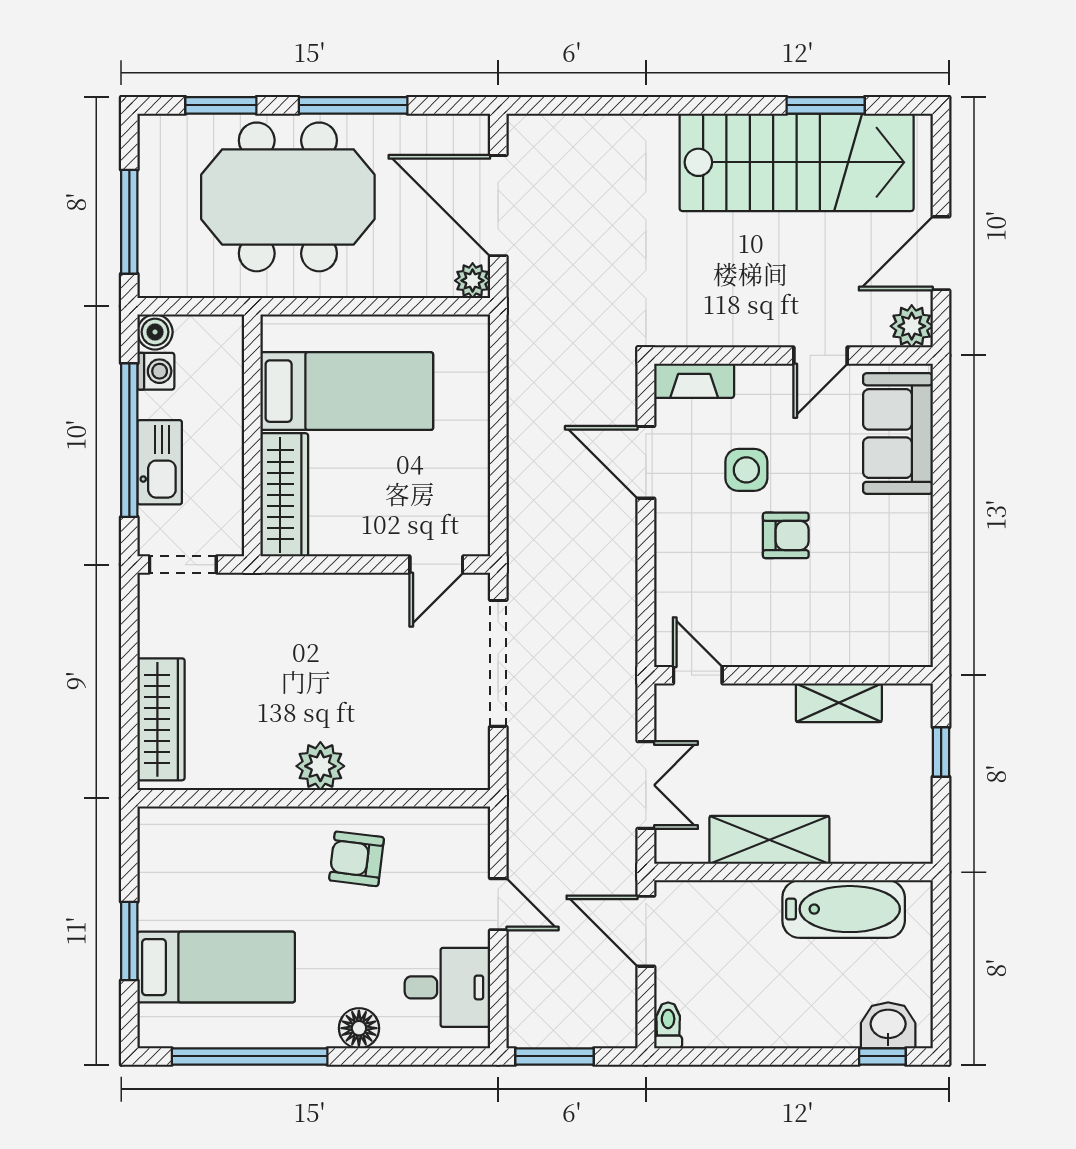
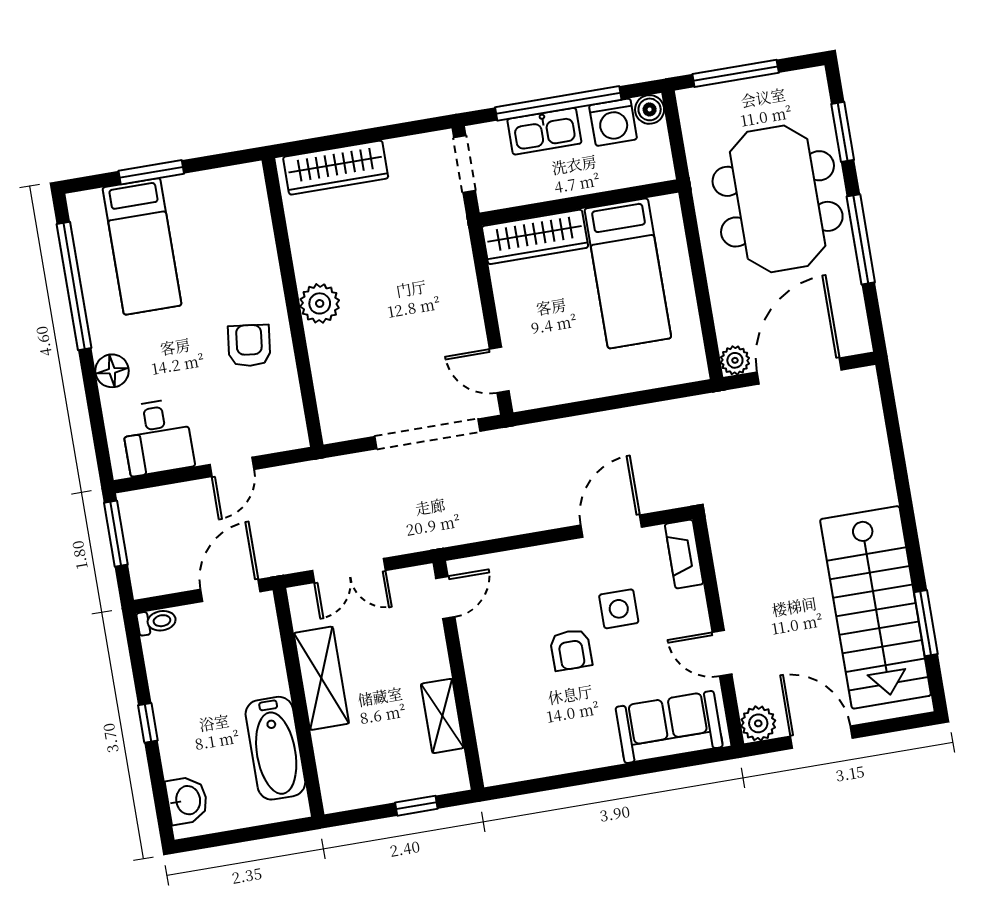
washing machine: (156, 371) -> (613, 122), width x1.38, depth x1.38
window: (882, 1056) -> (148, 723), moved

